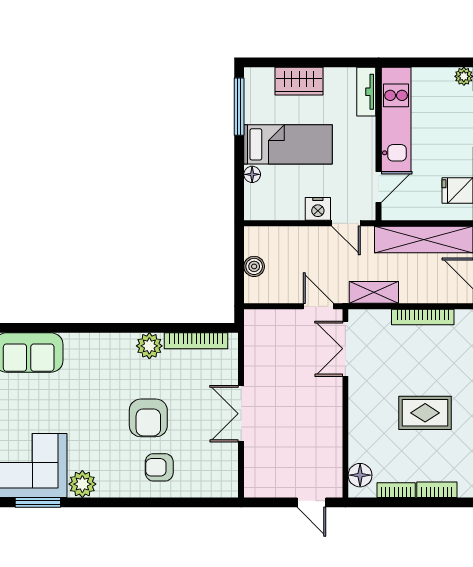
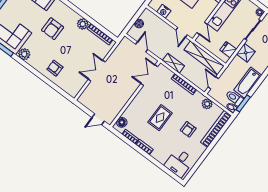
door: (379, 187) -> (202, 28), hinge flipped
nightstand: (318, 209) -> (164, 11), moved
door: (318, 306) -> (142, 47), moved
rug: (425, 413) -> (160, 118), turned 90
armchair: (148, 418) -> (53, 29), moved
door: (311, 502) -> (98, 119), hinge flipped

